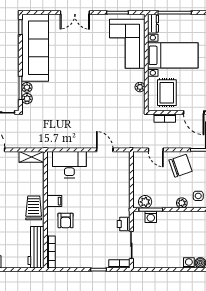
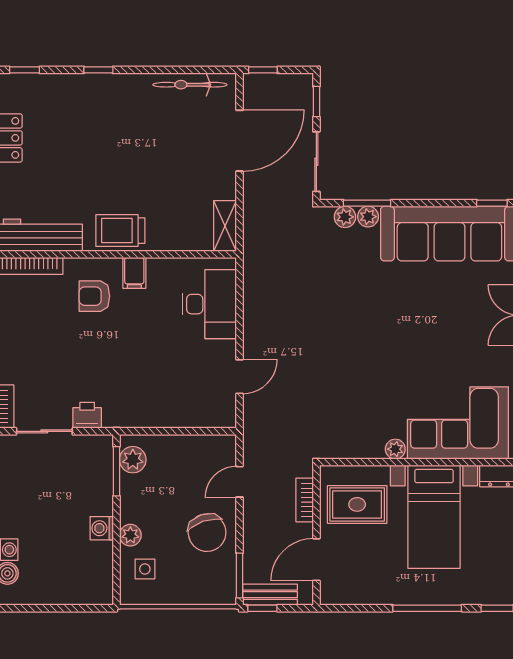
plant: (140, 87) -> (395, 449), moved
trolley: (34, 208) -> (120, 231), turned 180
washing machine: (151, 217) -> (102, 528), moved

